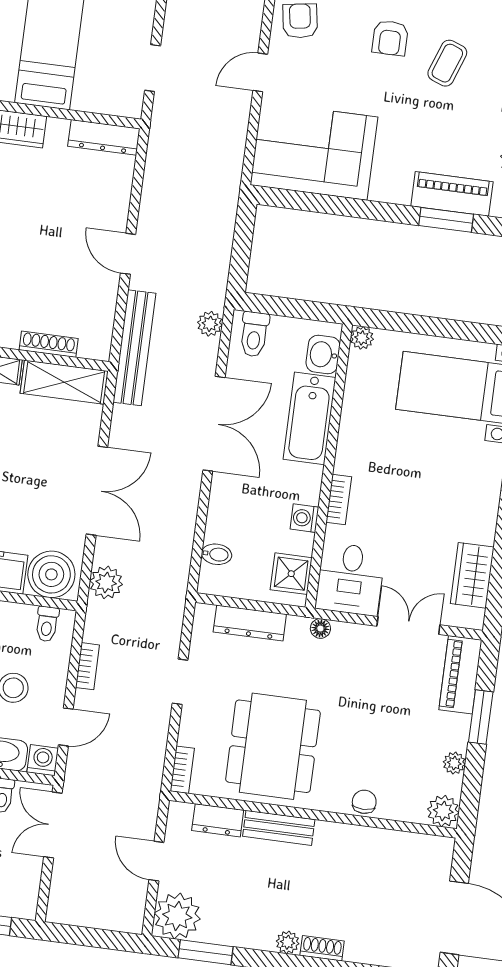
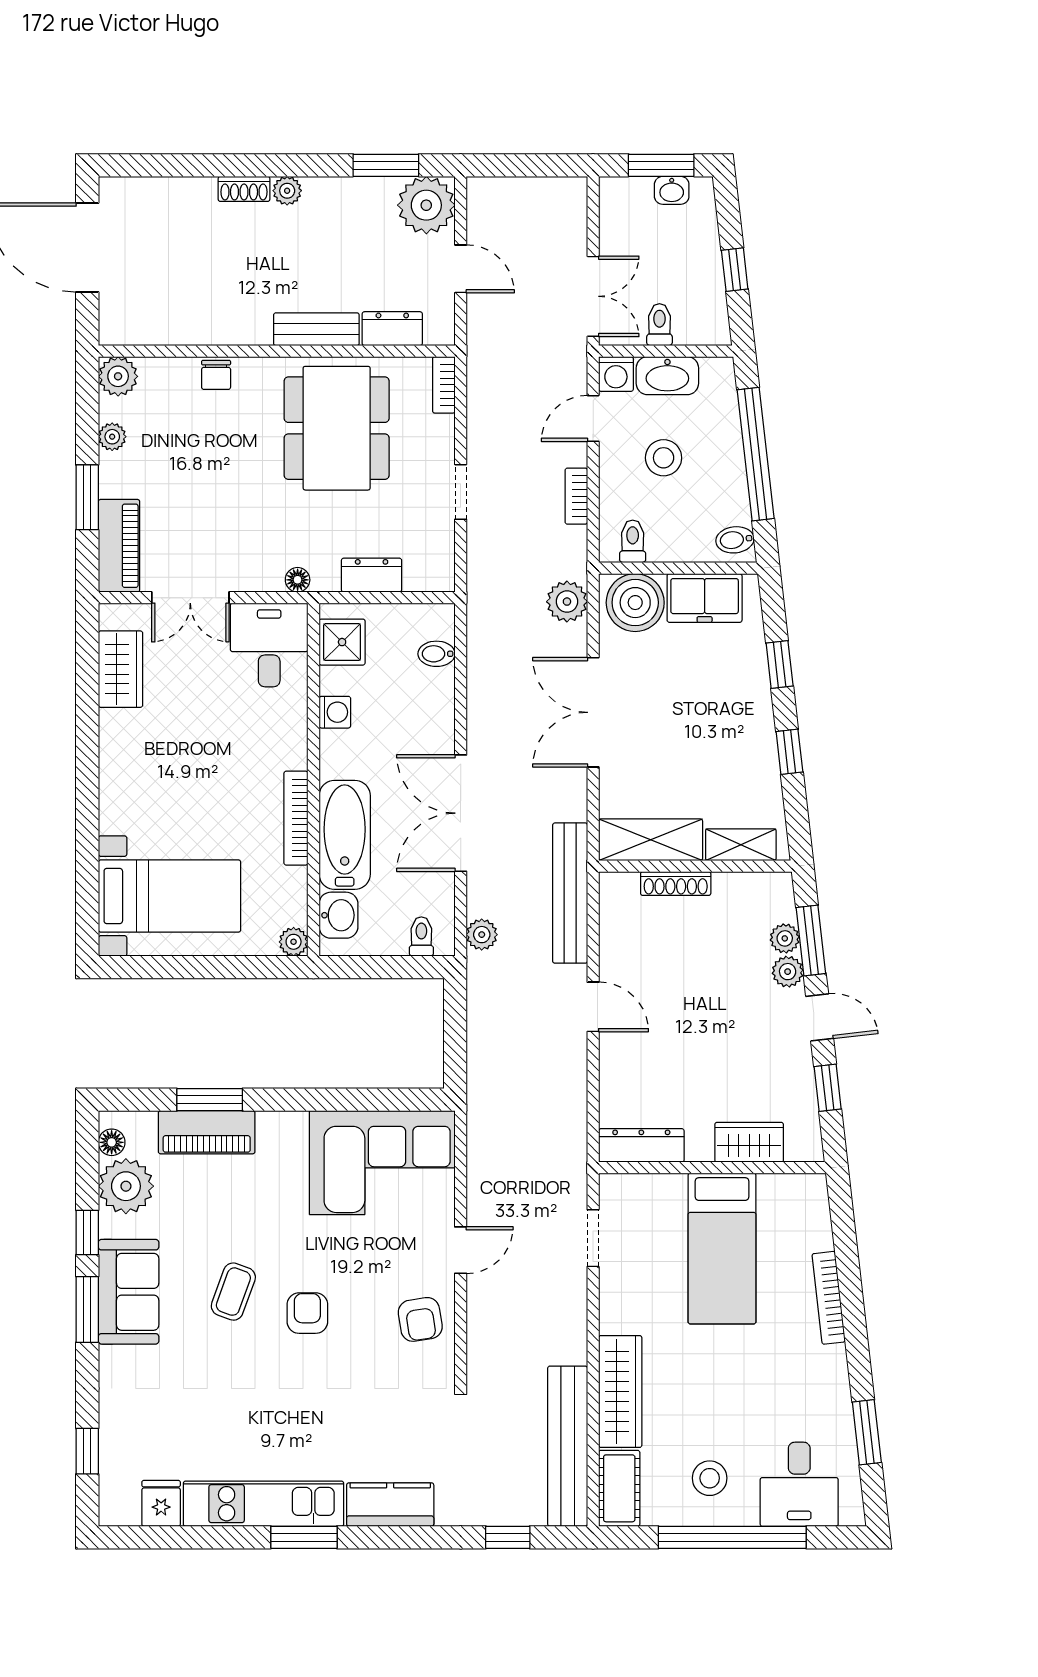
toilet: (254, 334) -> (421, 937), width x0.73, depth x0.72
bookcase: (339, 499) -> (296, 818), moved, width x1.56
dresser: (250, 623) -> (372, 575), width x0.70

